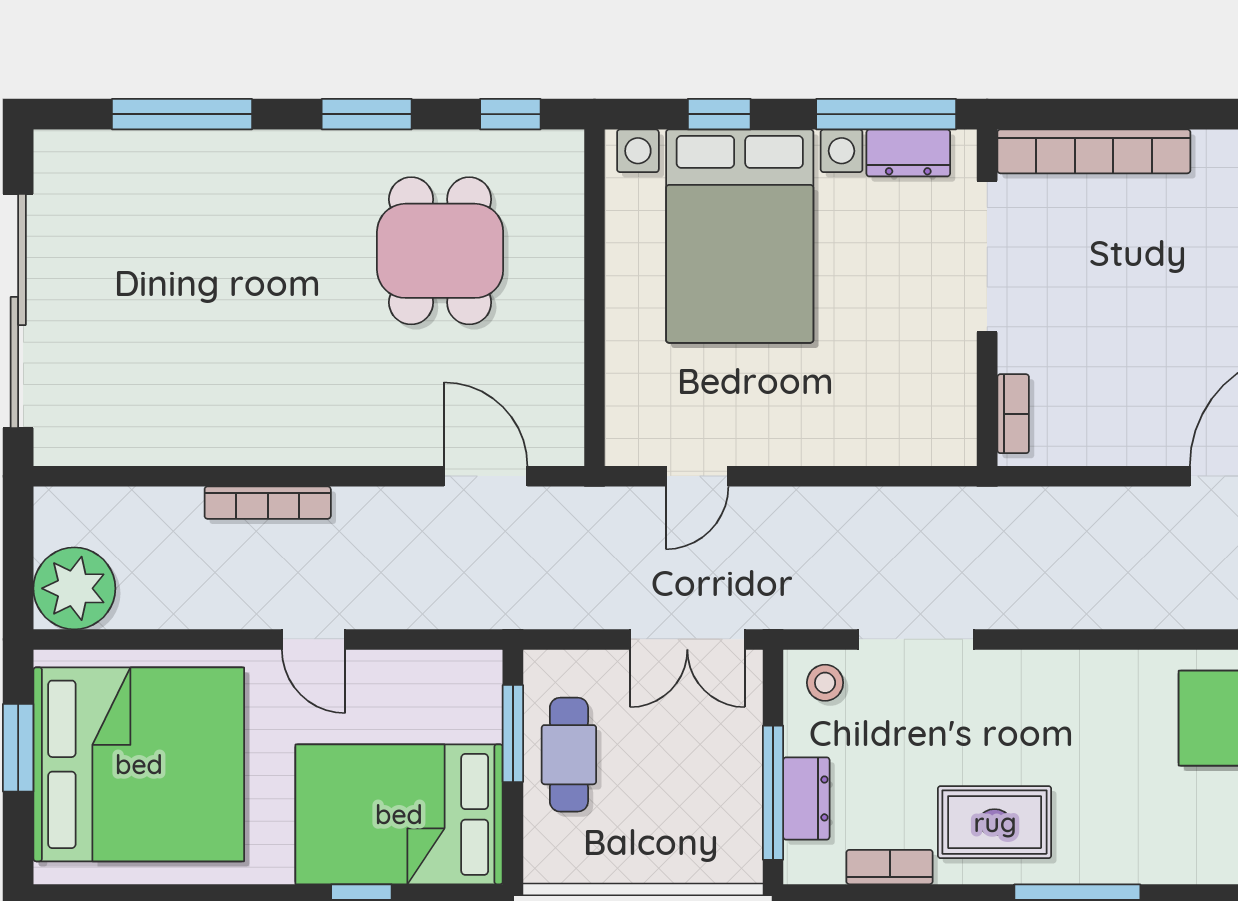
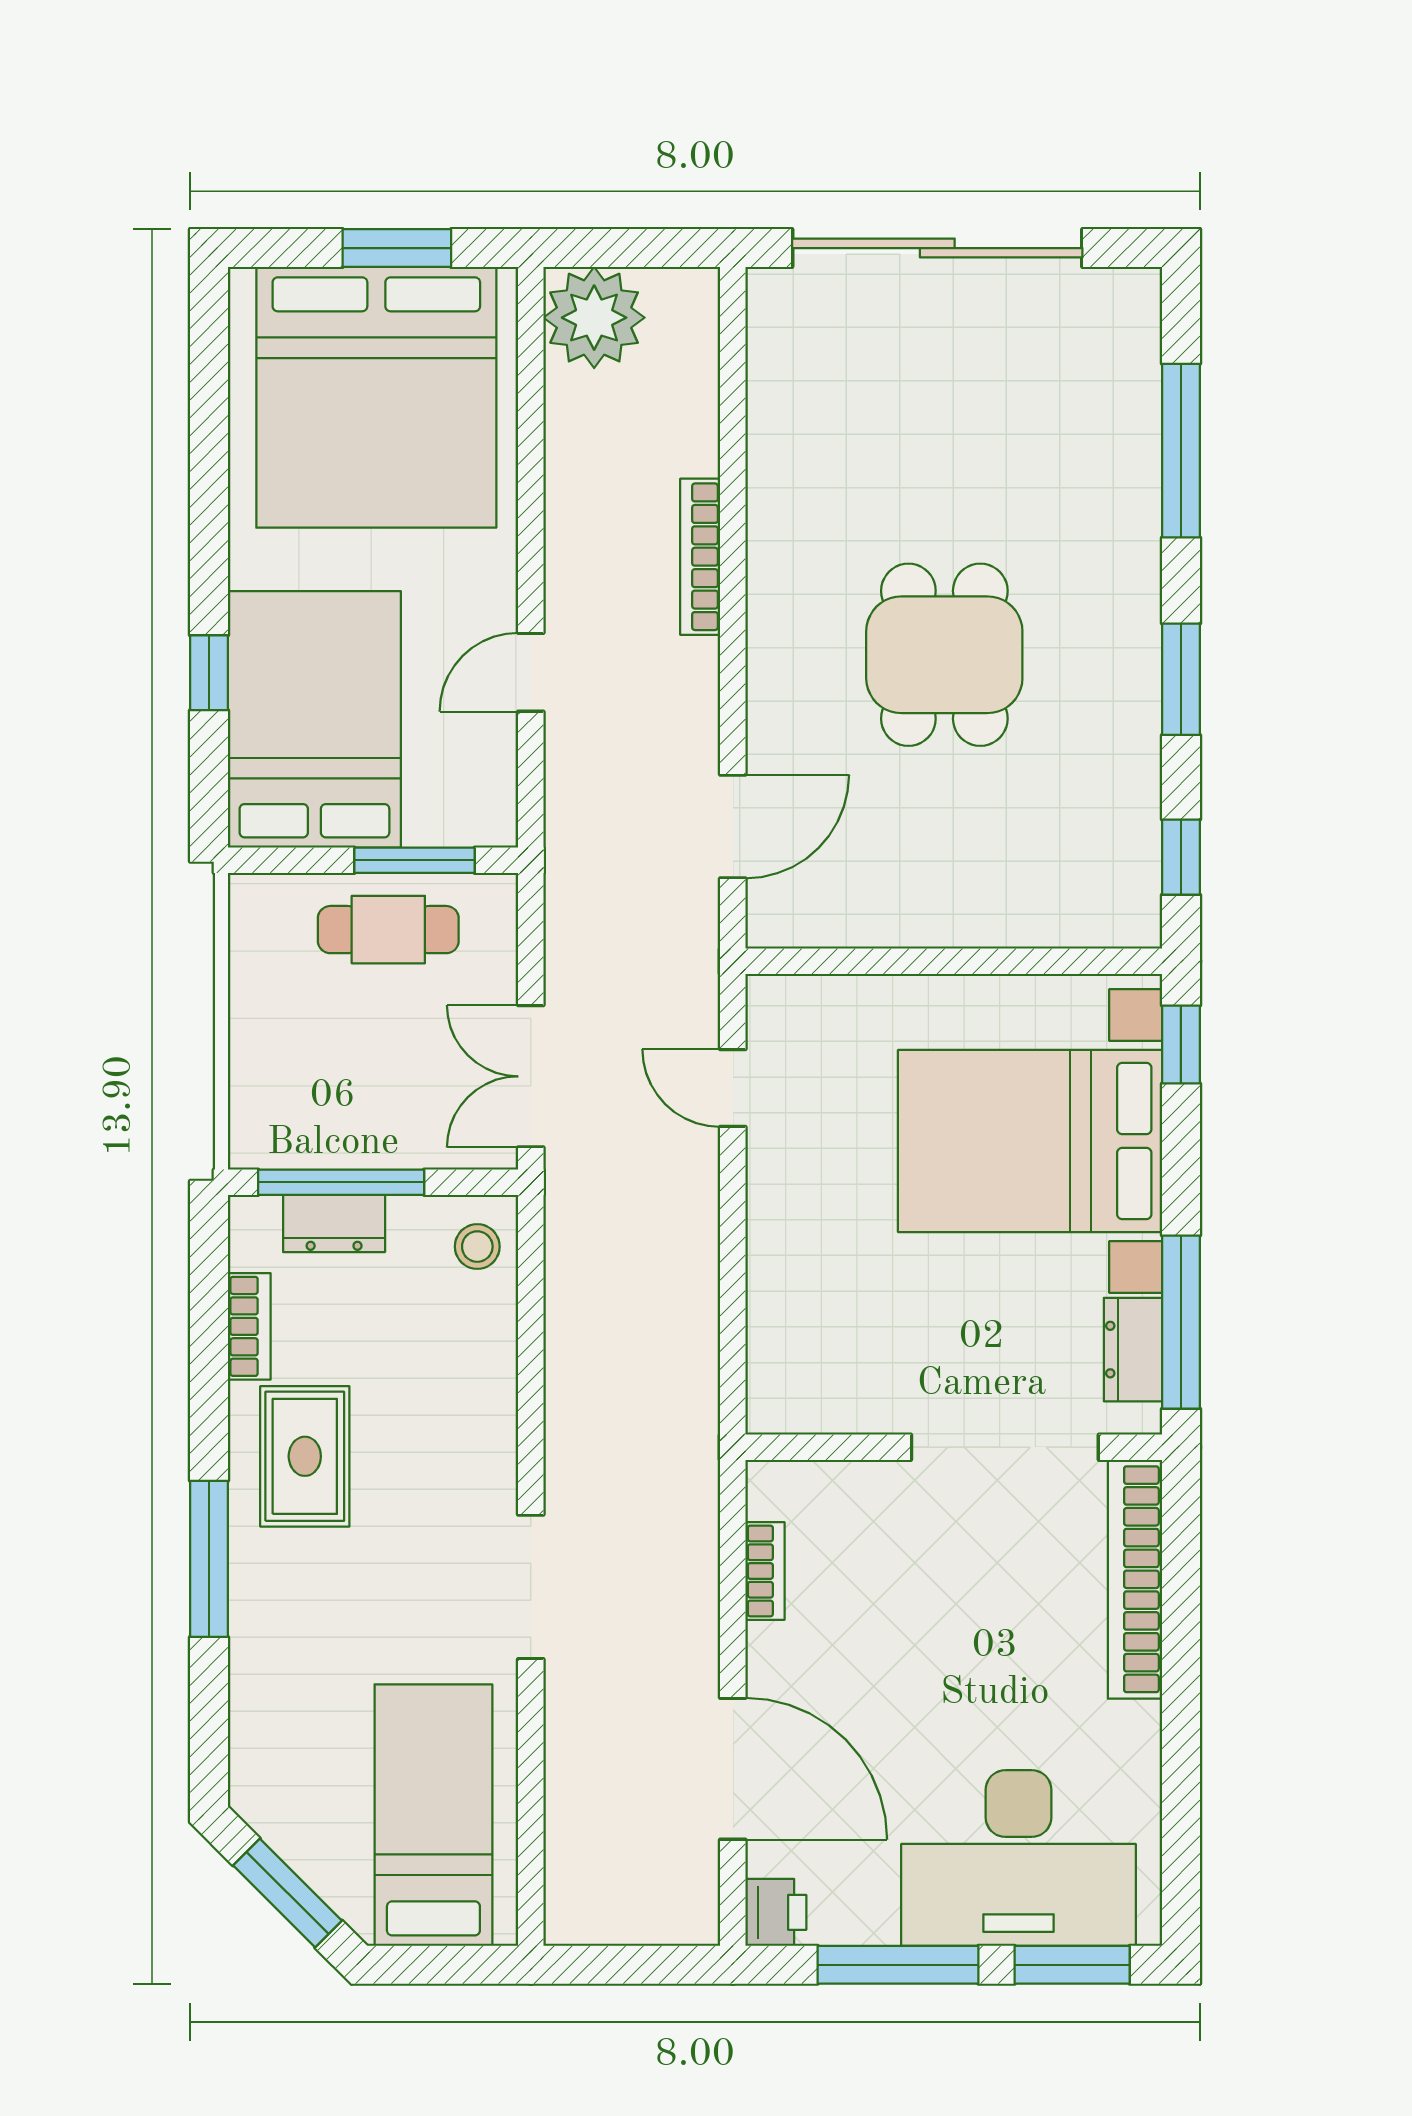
window: (719, 114) -> (1181, 1045), moved
dining table: (440, 251) -> (944, 655), moved, turned 90
bookcase: (1013, 414) -> (765, 1571), moved, turned -90
door: (314, 639) -> (531, 672), moved
doorway: (916, 639) -> (531, 1587), moved

